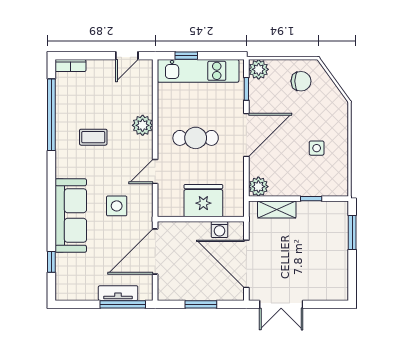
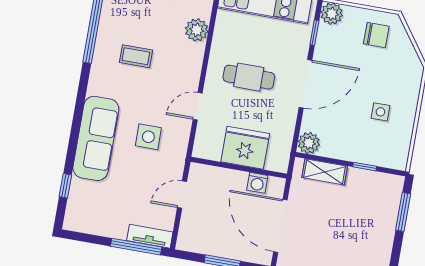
plant: (143, 125) -> (197, 30), moved
door: (155, 251) -> (182, 195), width x0.53
tv unit: (118, 293) -> (150, 236), moved

